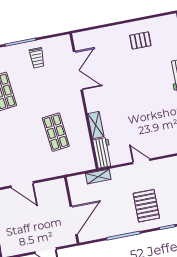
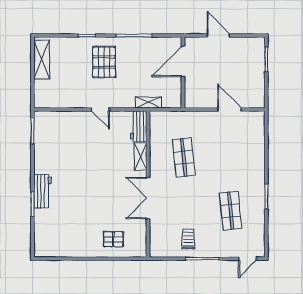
pallet: (140, 40) -> (113, 239), moved
double door: (78, 71) -> (148, 198), moved

